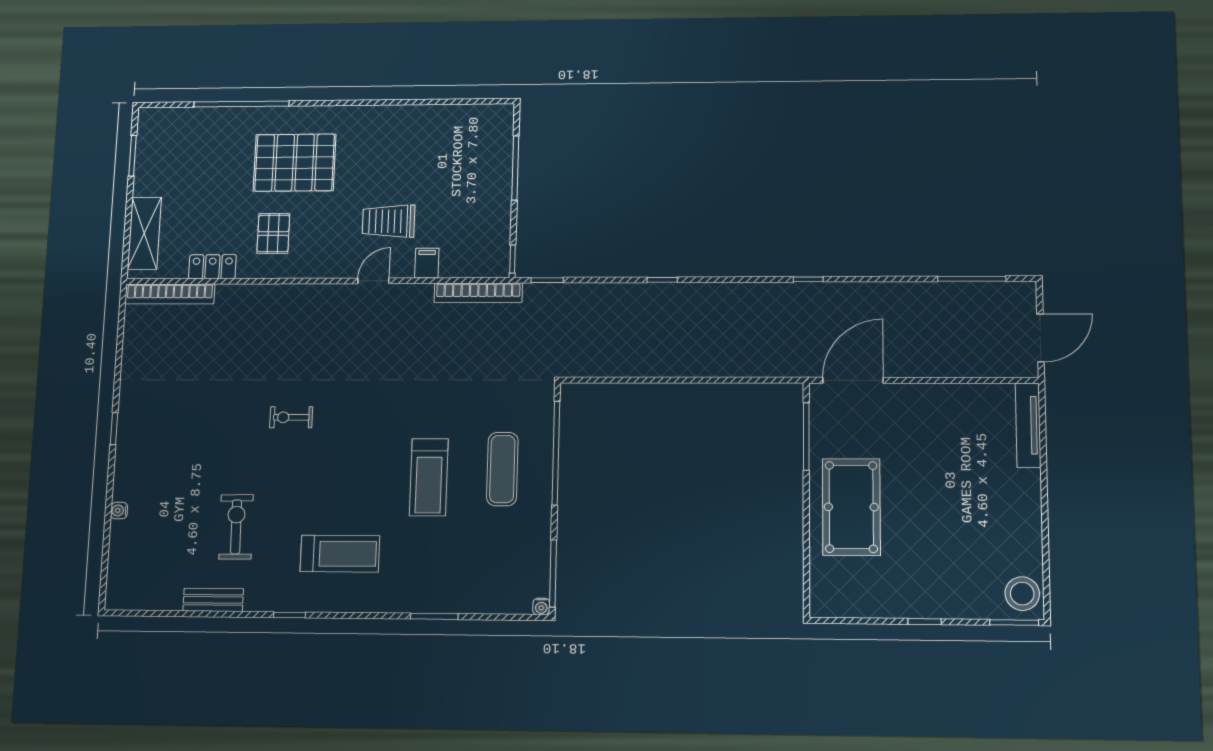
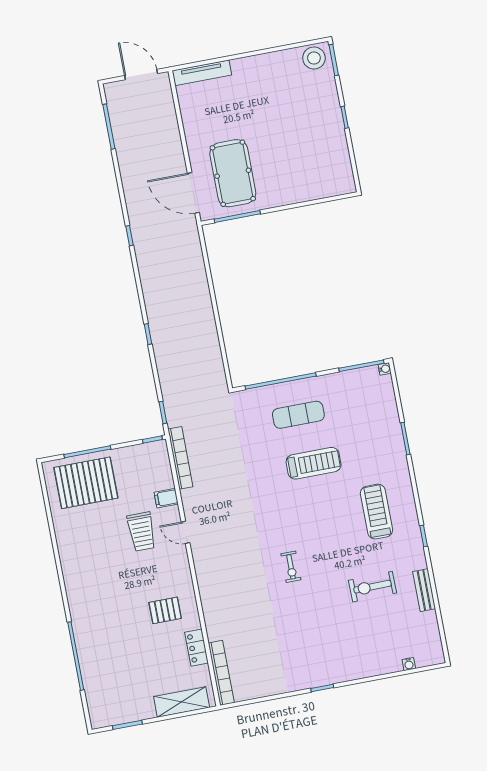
pallet: (295, 163) -> (86, 483), moved, turned 90
pool table: (851, 507) -> (233, 173), moved, turned 90
water cooler: (119, 510) -> (409, 664), moved

